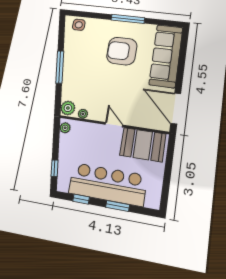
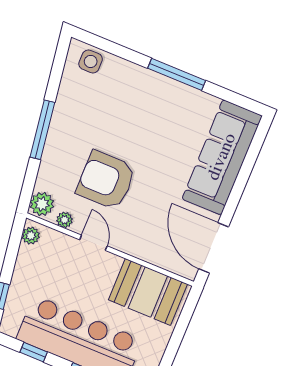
armchair: (122, 51) -> (106, 180), moved
door: (114, 125) -> (93, 243), moved

